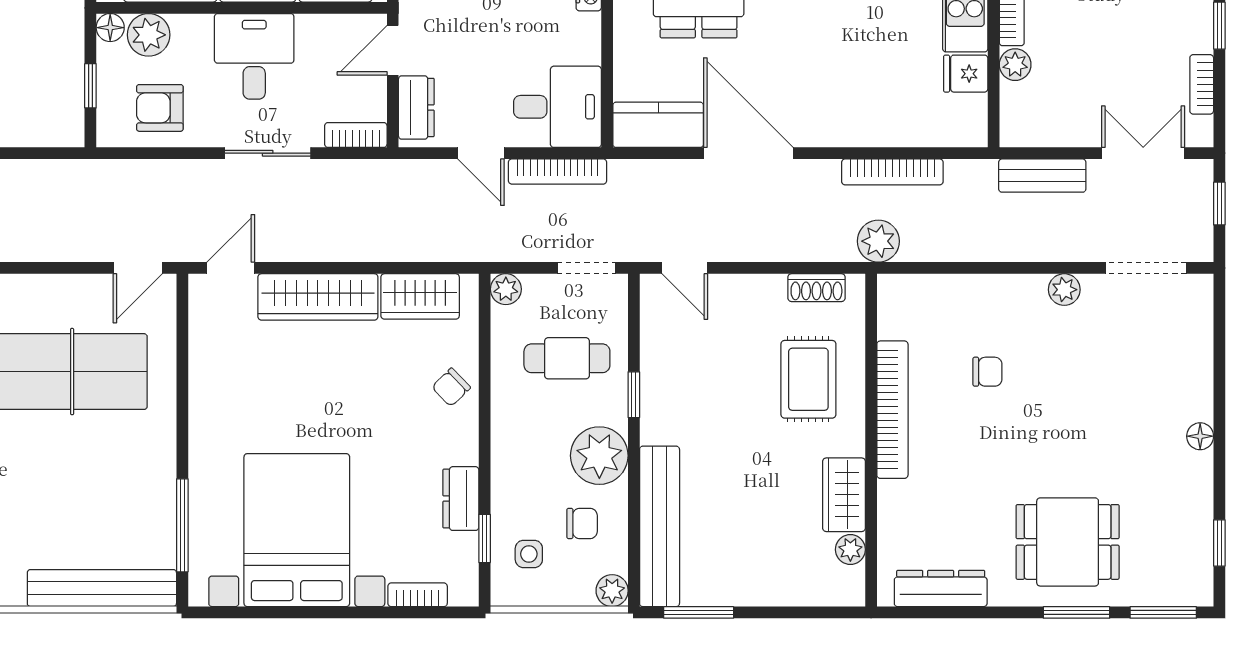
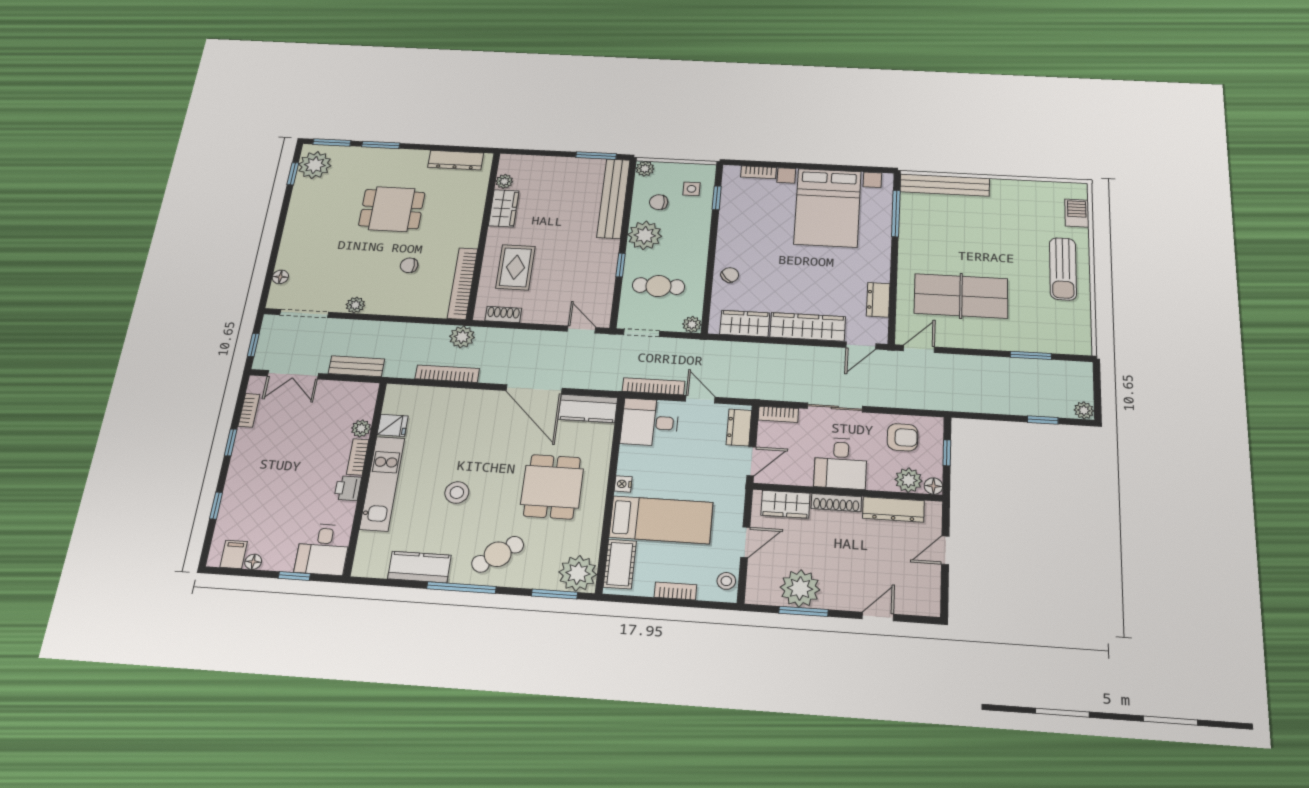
bookcase: (892, 410) -> (463, 283), moved
floor lamp: (1200, 436) -> (280, 277), moved
dresser: (461, 499) -> (878, 300), moved, turned 180
dining table: (1068, 542) -> (392, 209), moved
plant: (1184, 563) -> (315, 165), added

